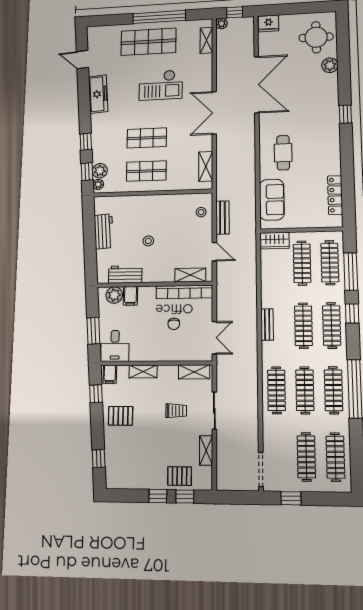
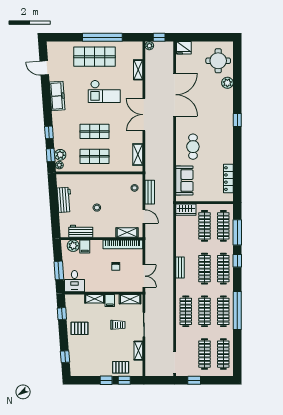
shelving: (206, 40) -> (138, 70), moved
filing cabinet: (110, 374) -> (110, 300), moved

